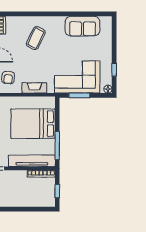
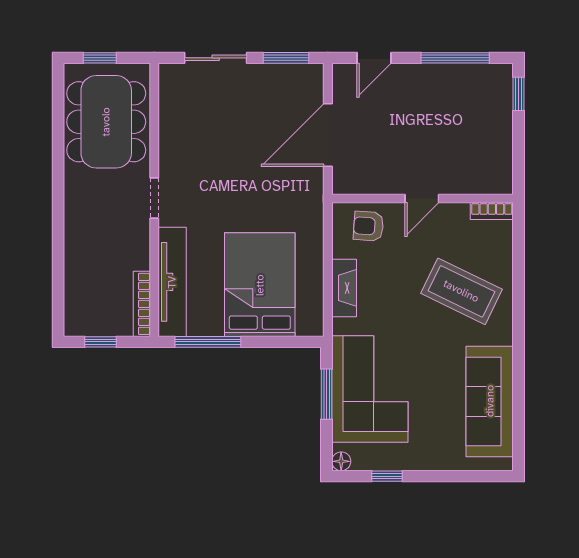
sofa: (82, 26) -> (490, 401), width x1.36
coffee table: (36, 38) -> (461, 291), width x1.36, depth x1.32

